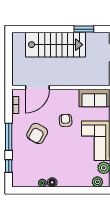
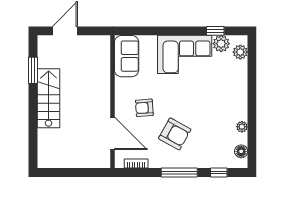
stairs: (55, 45) -> (49, 98), width x0.73, depth x0.66
armchair: (66, 120) -> (144, 108), moved
floor lamp: (52, 182) -> (241, 151), moved

